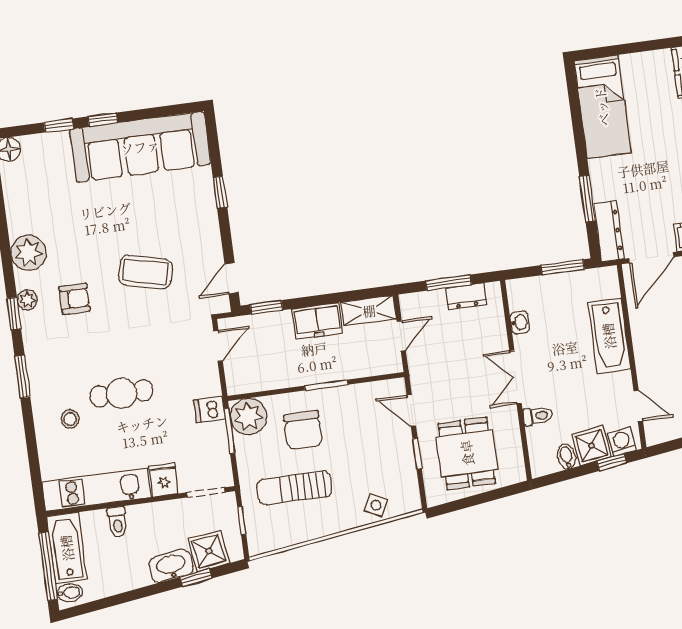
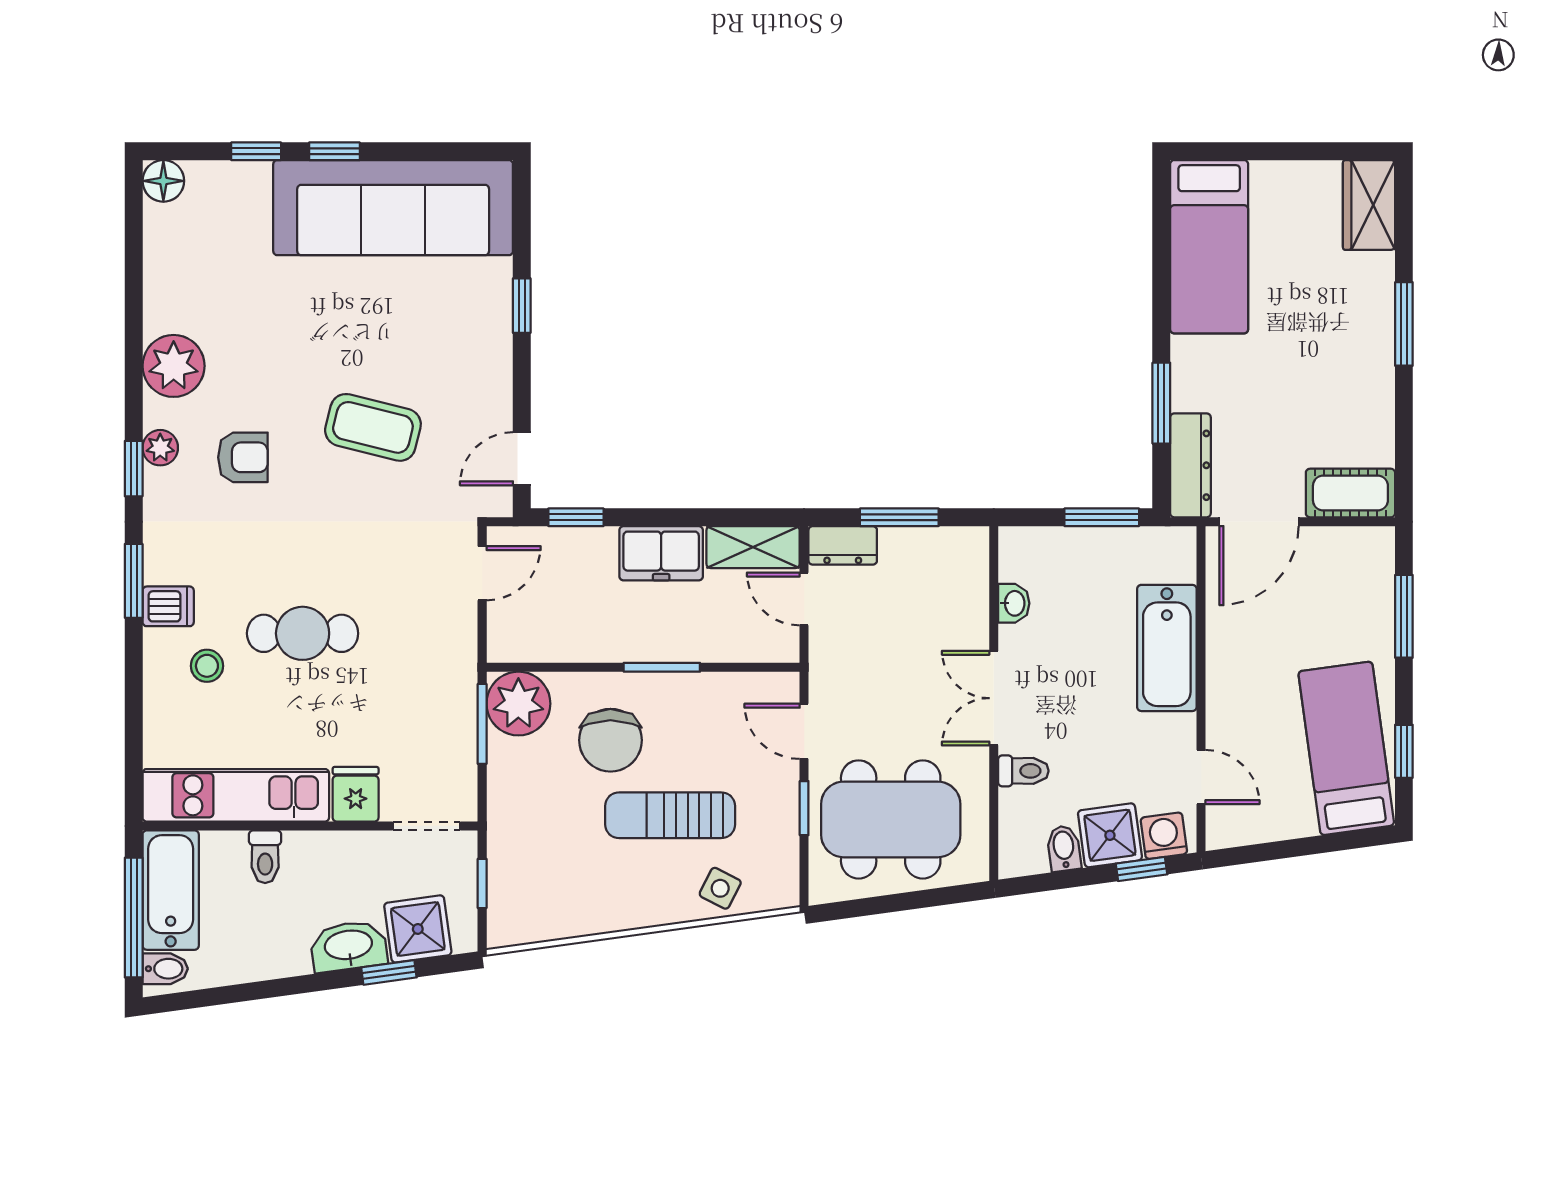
dresser: (466, 296) -> (843, 545), moved
door: (401, 336) -> (804, 599), swing flipped
dishwasher: (209, 410) -> (168, 606), moved, turned 180
dining table: (467, 453) -> (891, 819), width x1.38
sun lounger: (294, 488) -> (670, 815), moved

